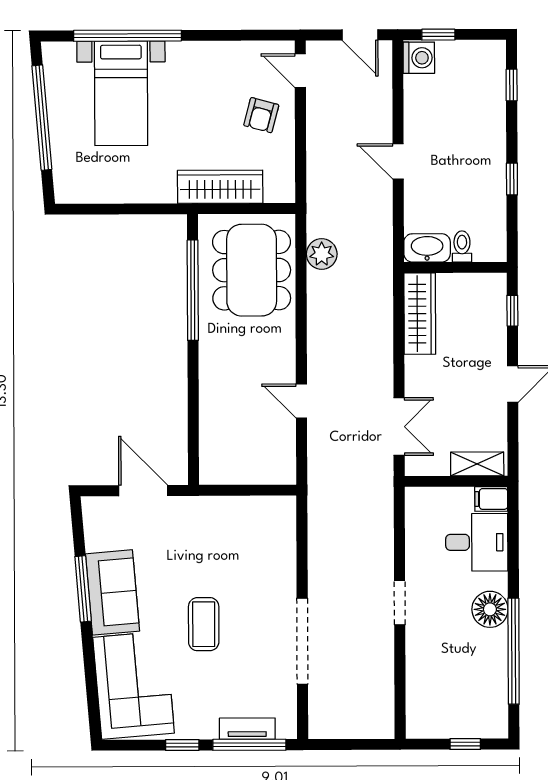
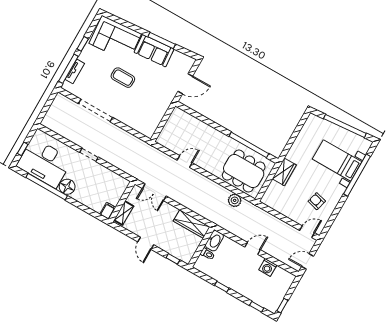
window: (438, 35) -> (282, 306), moved
washing machine: (419, 58) -> (268, 267), moved
armchair: (261, 115) -> (317, 201), moved
wardrobe: (220, 187) -> (284, 172), width x0.67
desk: (477, 542) -> (44, 163), moved, width x1.87, depth x1.30

